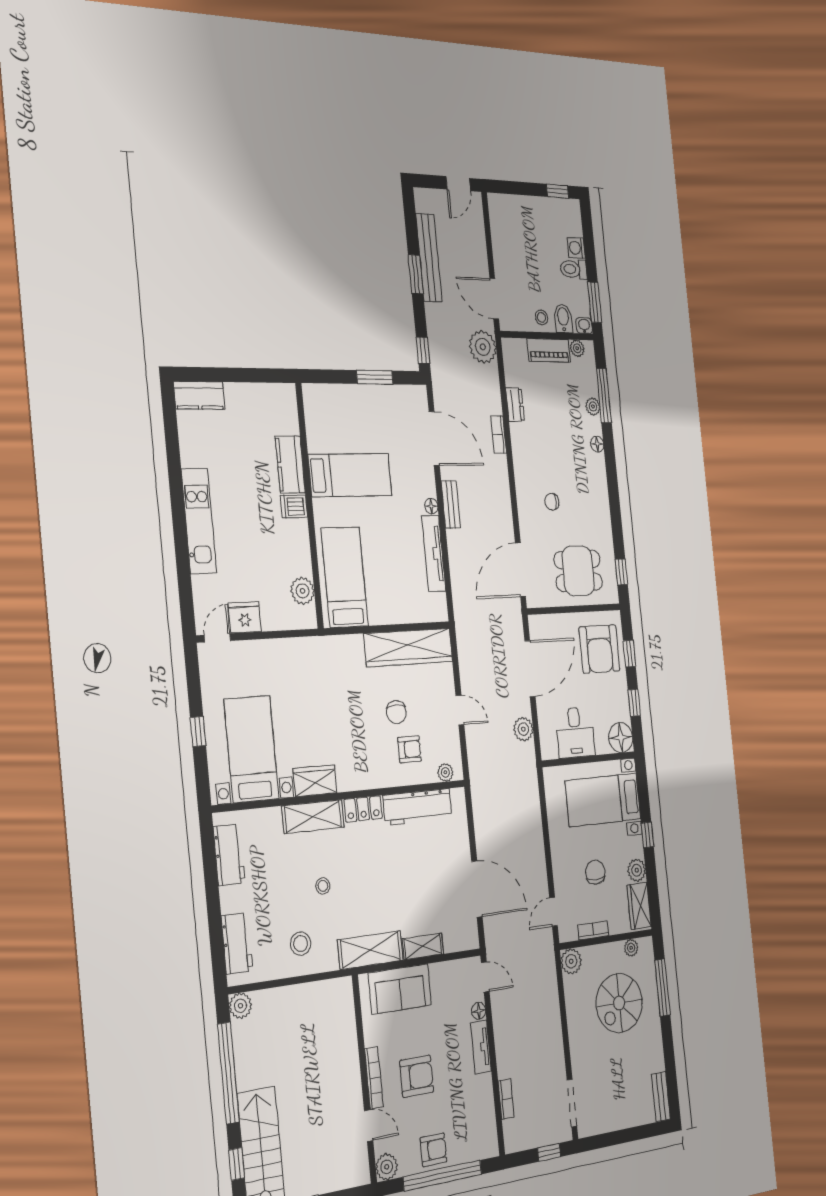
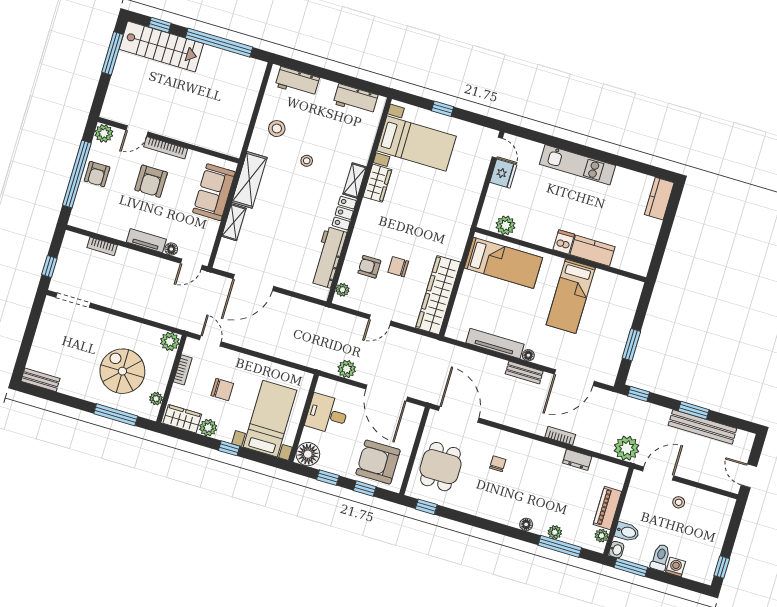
stool: (541, 317) -> (679, 502), moved
armchair: (409, 749) -> (369, 267), turned 90
shelving: (313, 817) -> (355, 181), width x0.67, depth x0.75
plant: (240, 1006) -> (257, 68), removed

